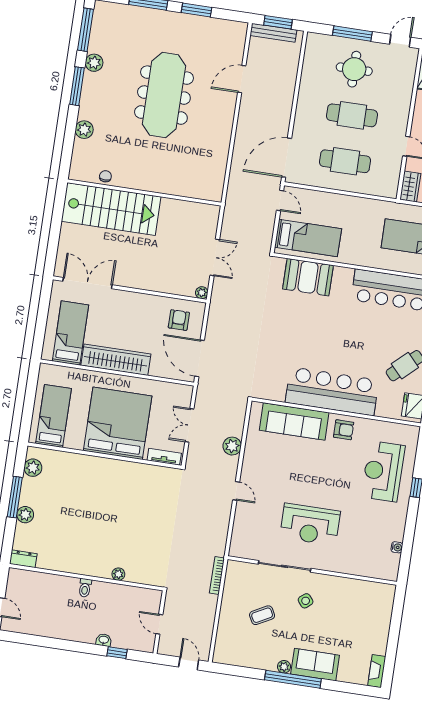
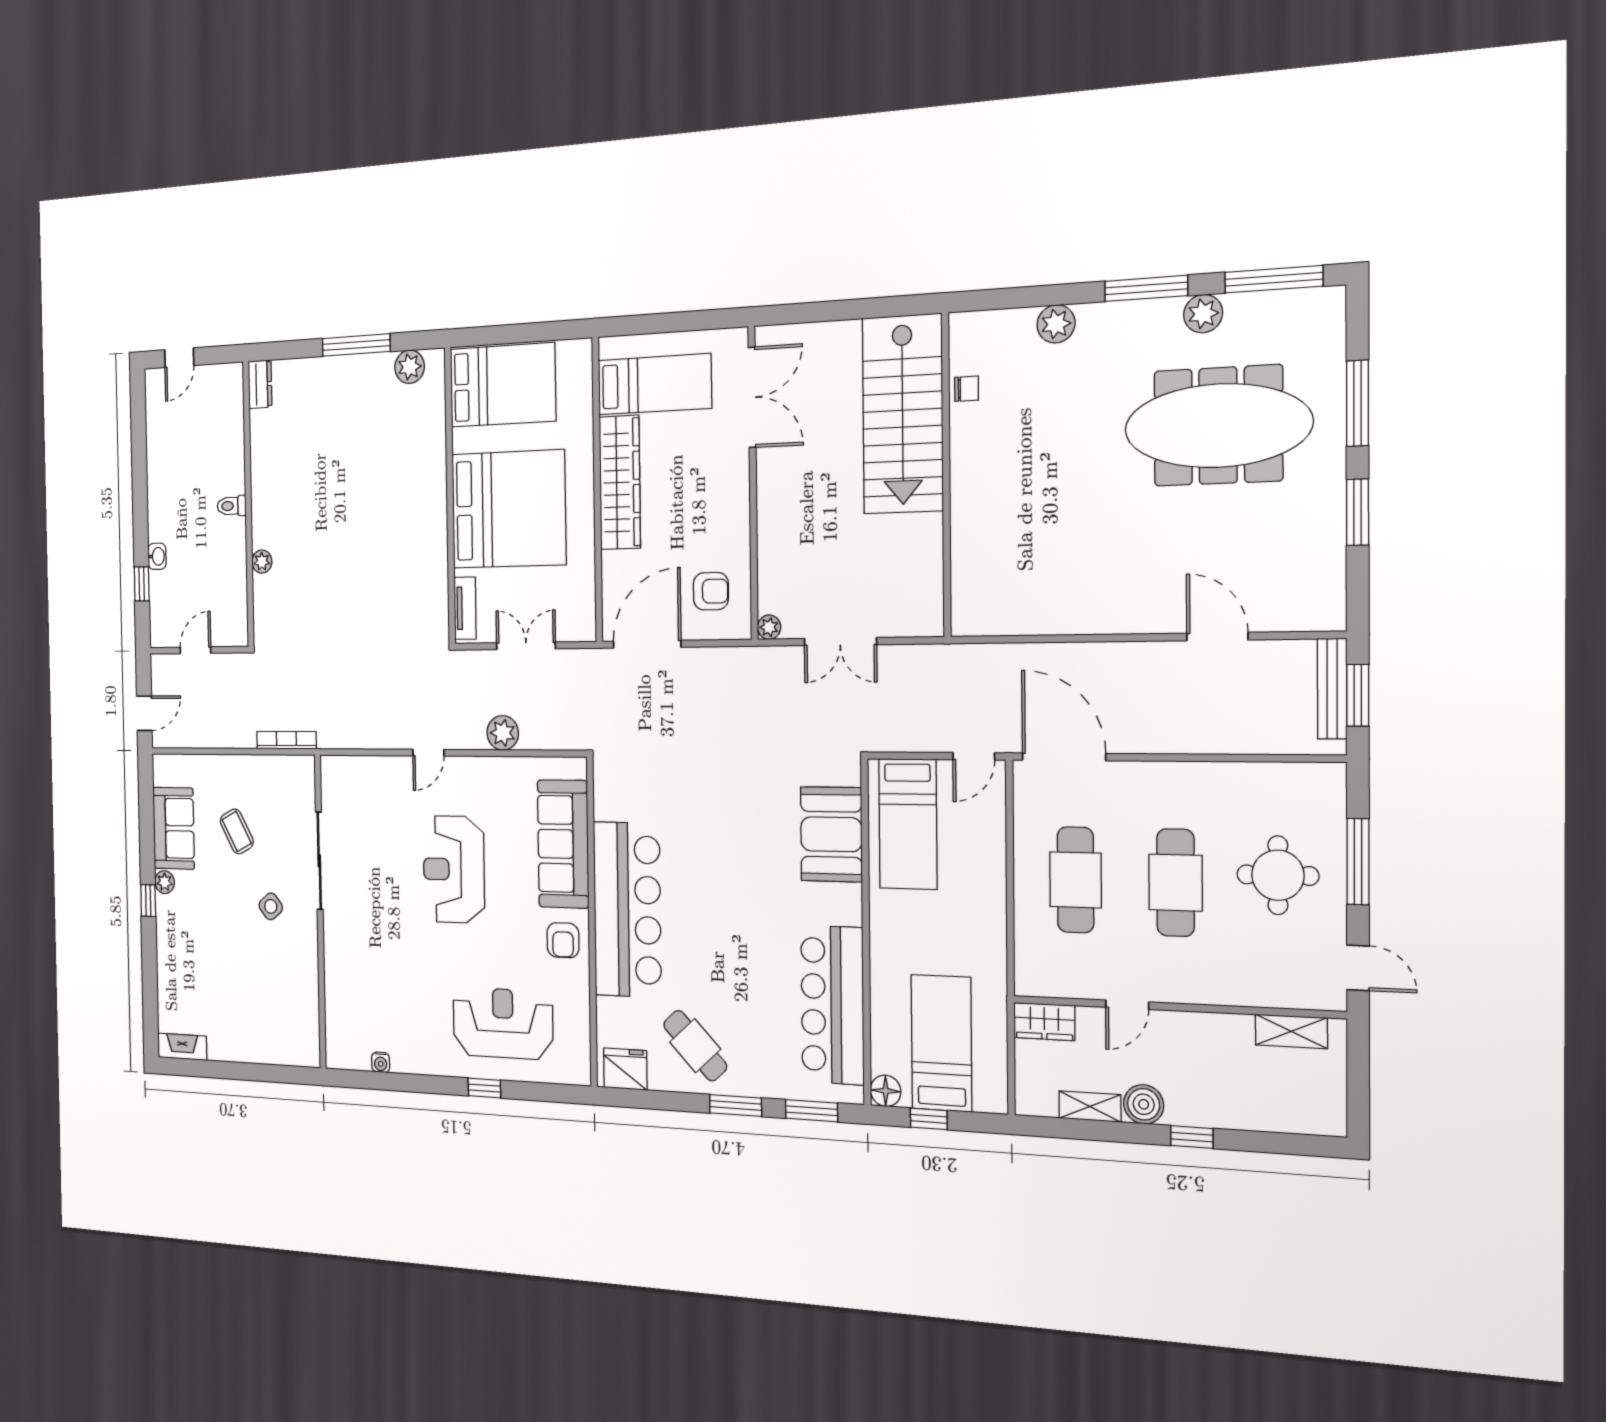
meeting table: (164, 95) -> (1218, 426), moved
bed: (53, 416) -> (503, 385), width x1.50
plant: (25, 515) -> (331, 371), removed
reception desk: (310, 524) -> (454, 869), moved
sofa: (315, 665) -> (174, 828), moved
window: (293, 679) -> (148, 901), width x0.32

